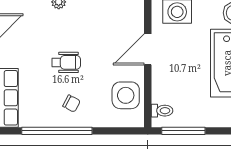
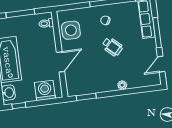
wheelchair: (66, 62) -> (112, 47), turned -137
window: (183, 131) -> (20, 13), moved

